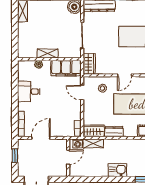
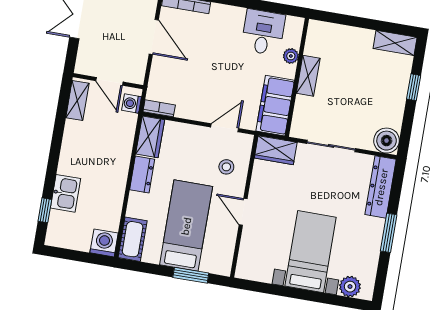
desk: (29, 92) -> (263, 32), moved
shelving: (93, 143) -> (77, 101), moved
kitchen sink: (117, 170) -> (66, 193), moved

